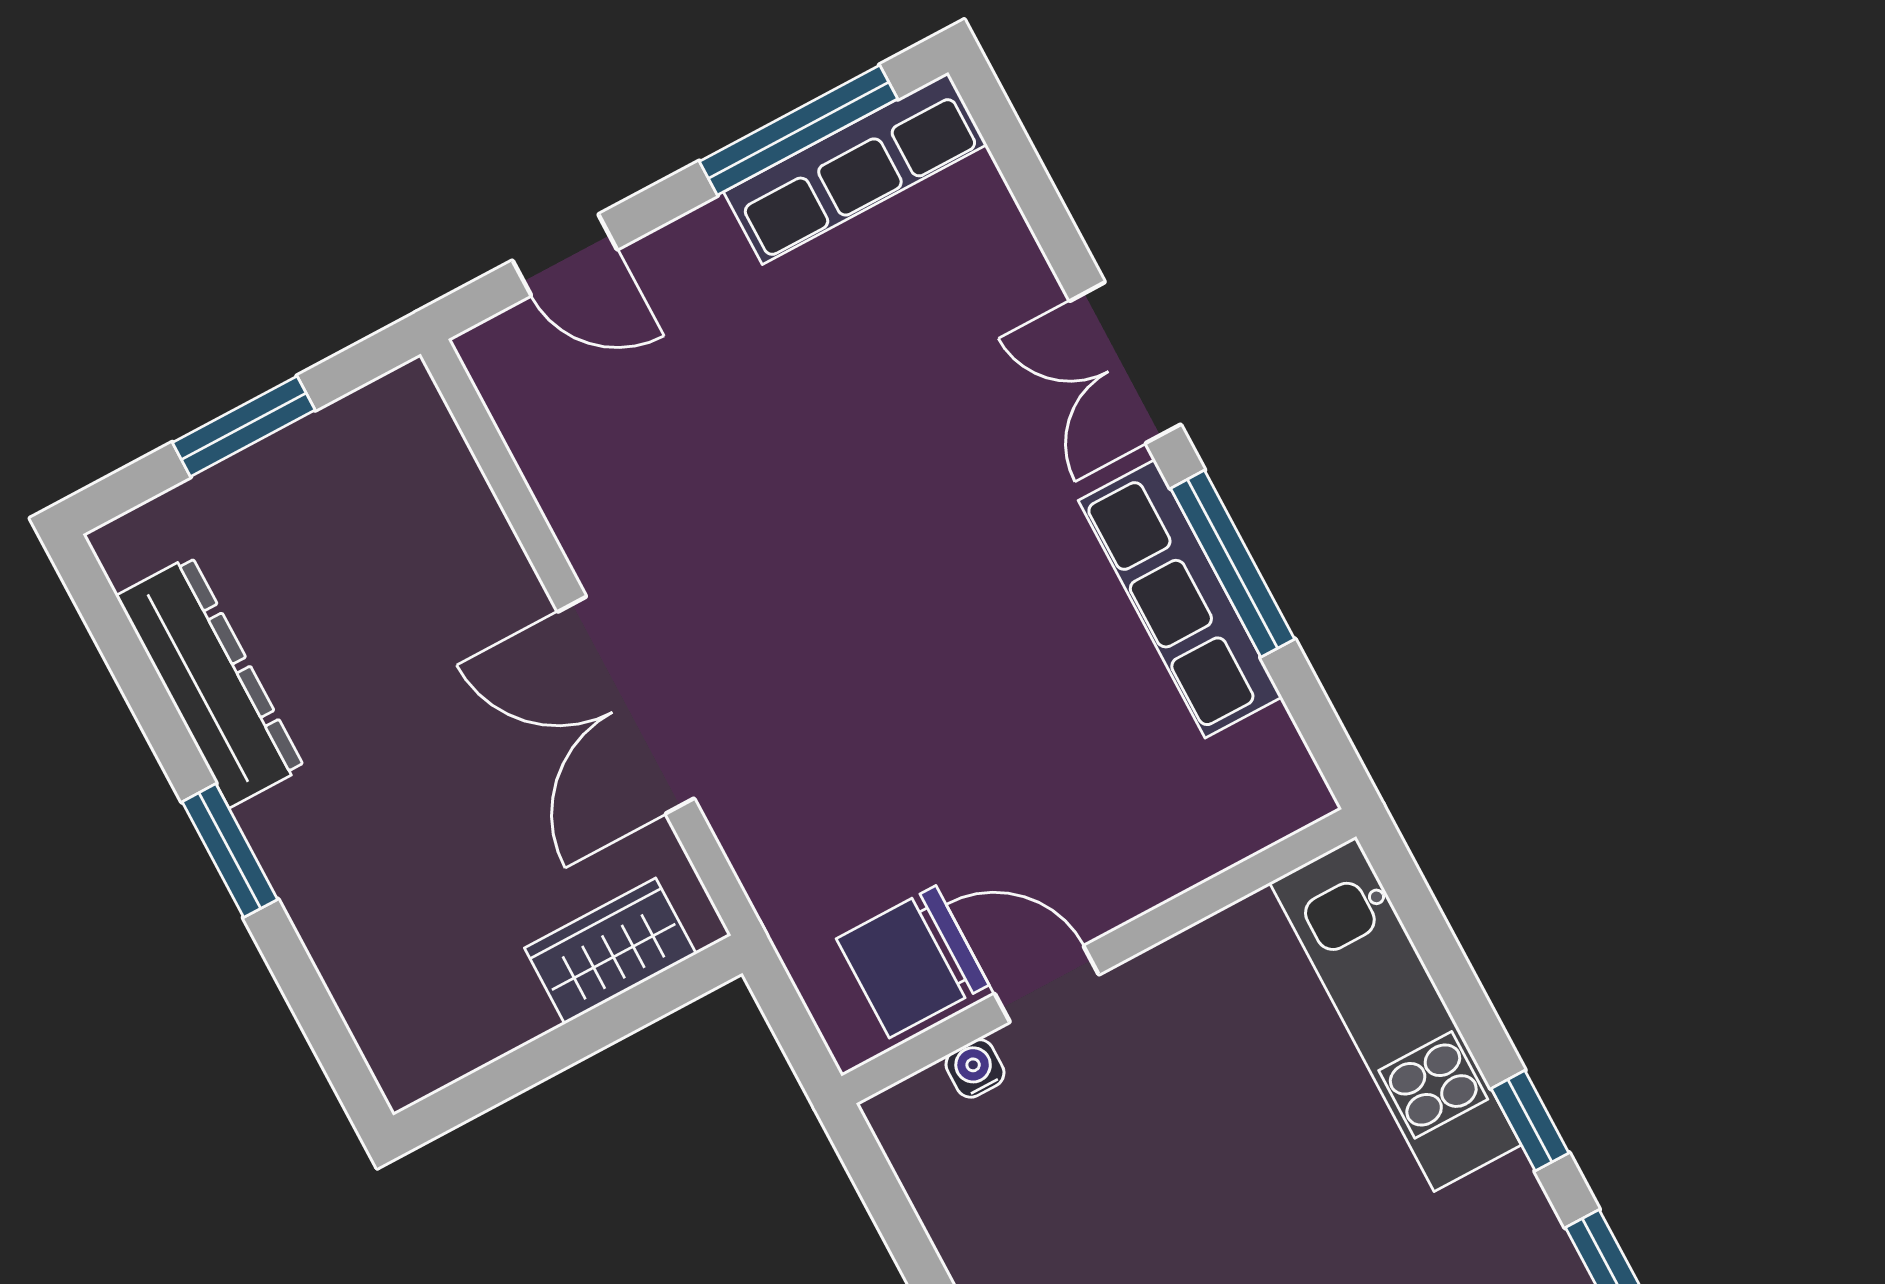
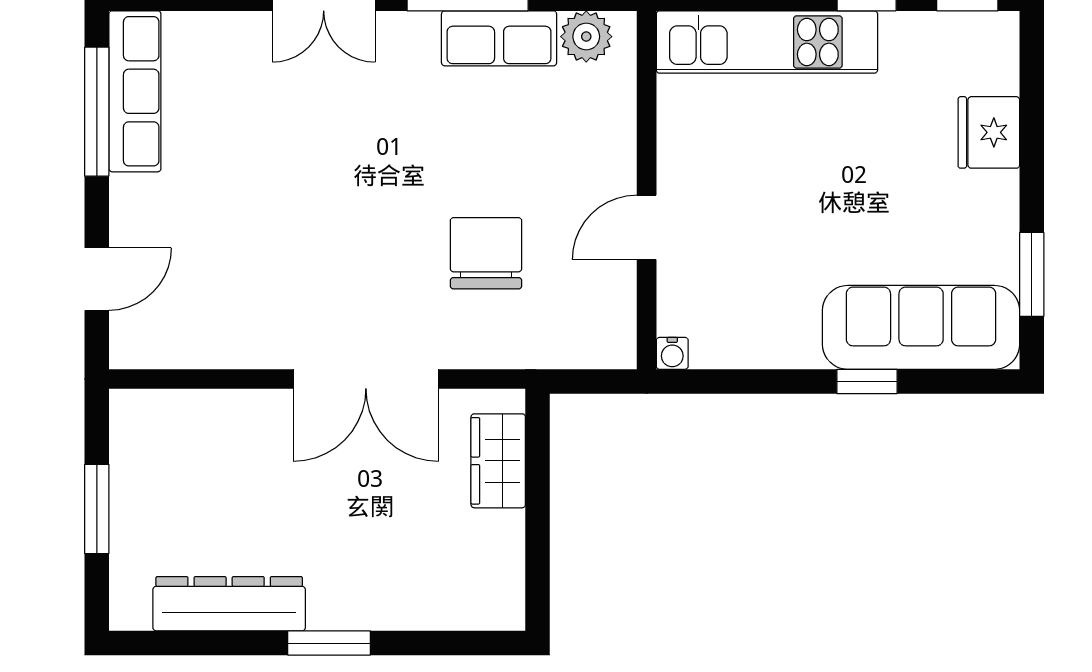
row of seats: (1180, 599) -> (499, 38), width x0.68
plant: (1268, 757) -> (586, 37), added
chair: (913, 962) -> (486, 253), moved, turned 180
water cooler: (975, 1068) -> (672, 353), moved, turned -90

